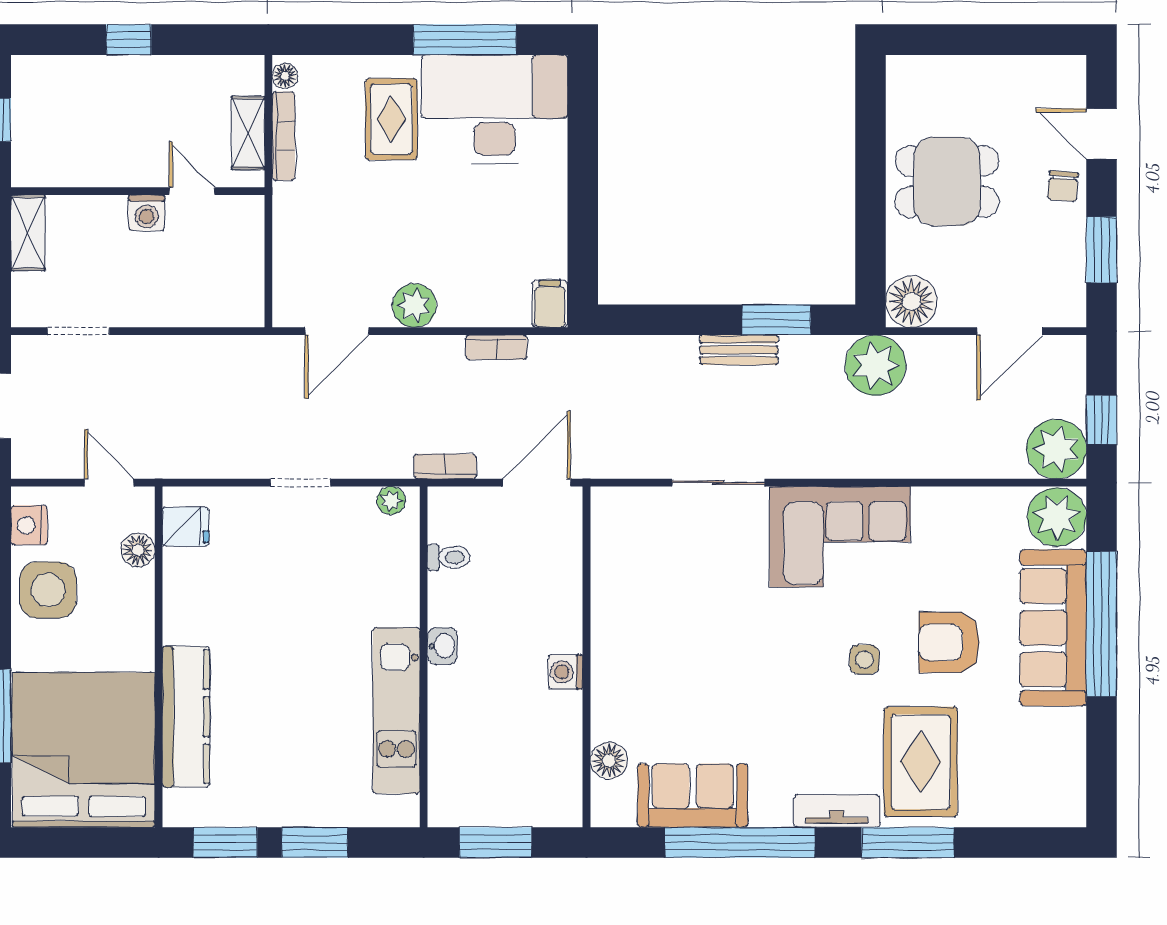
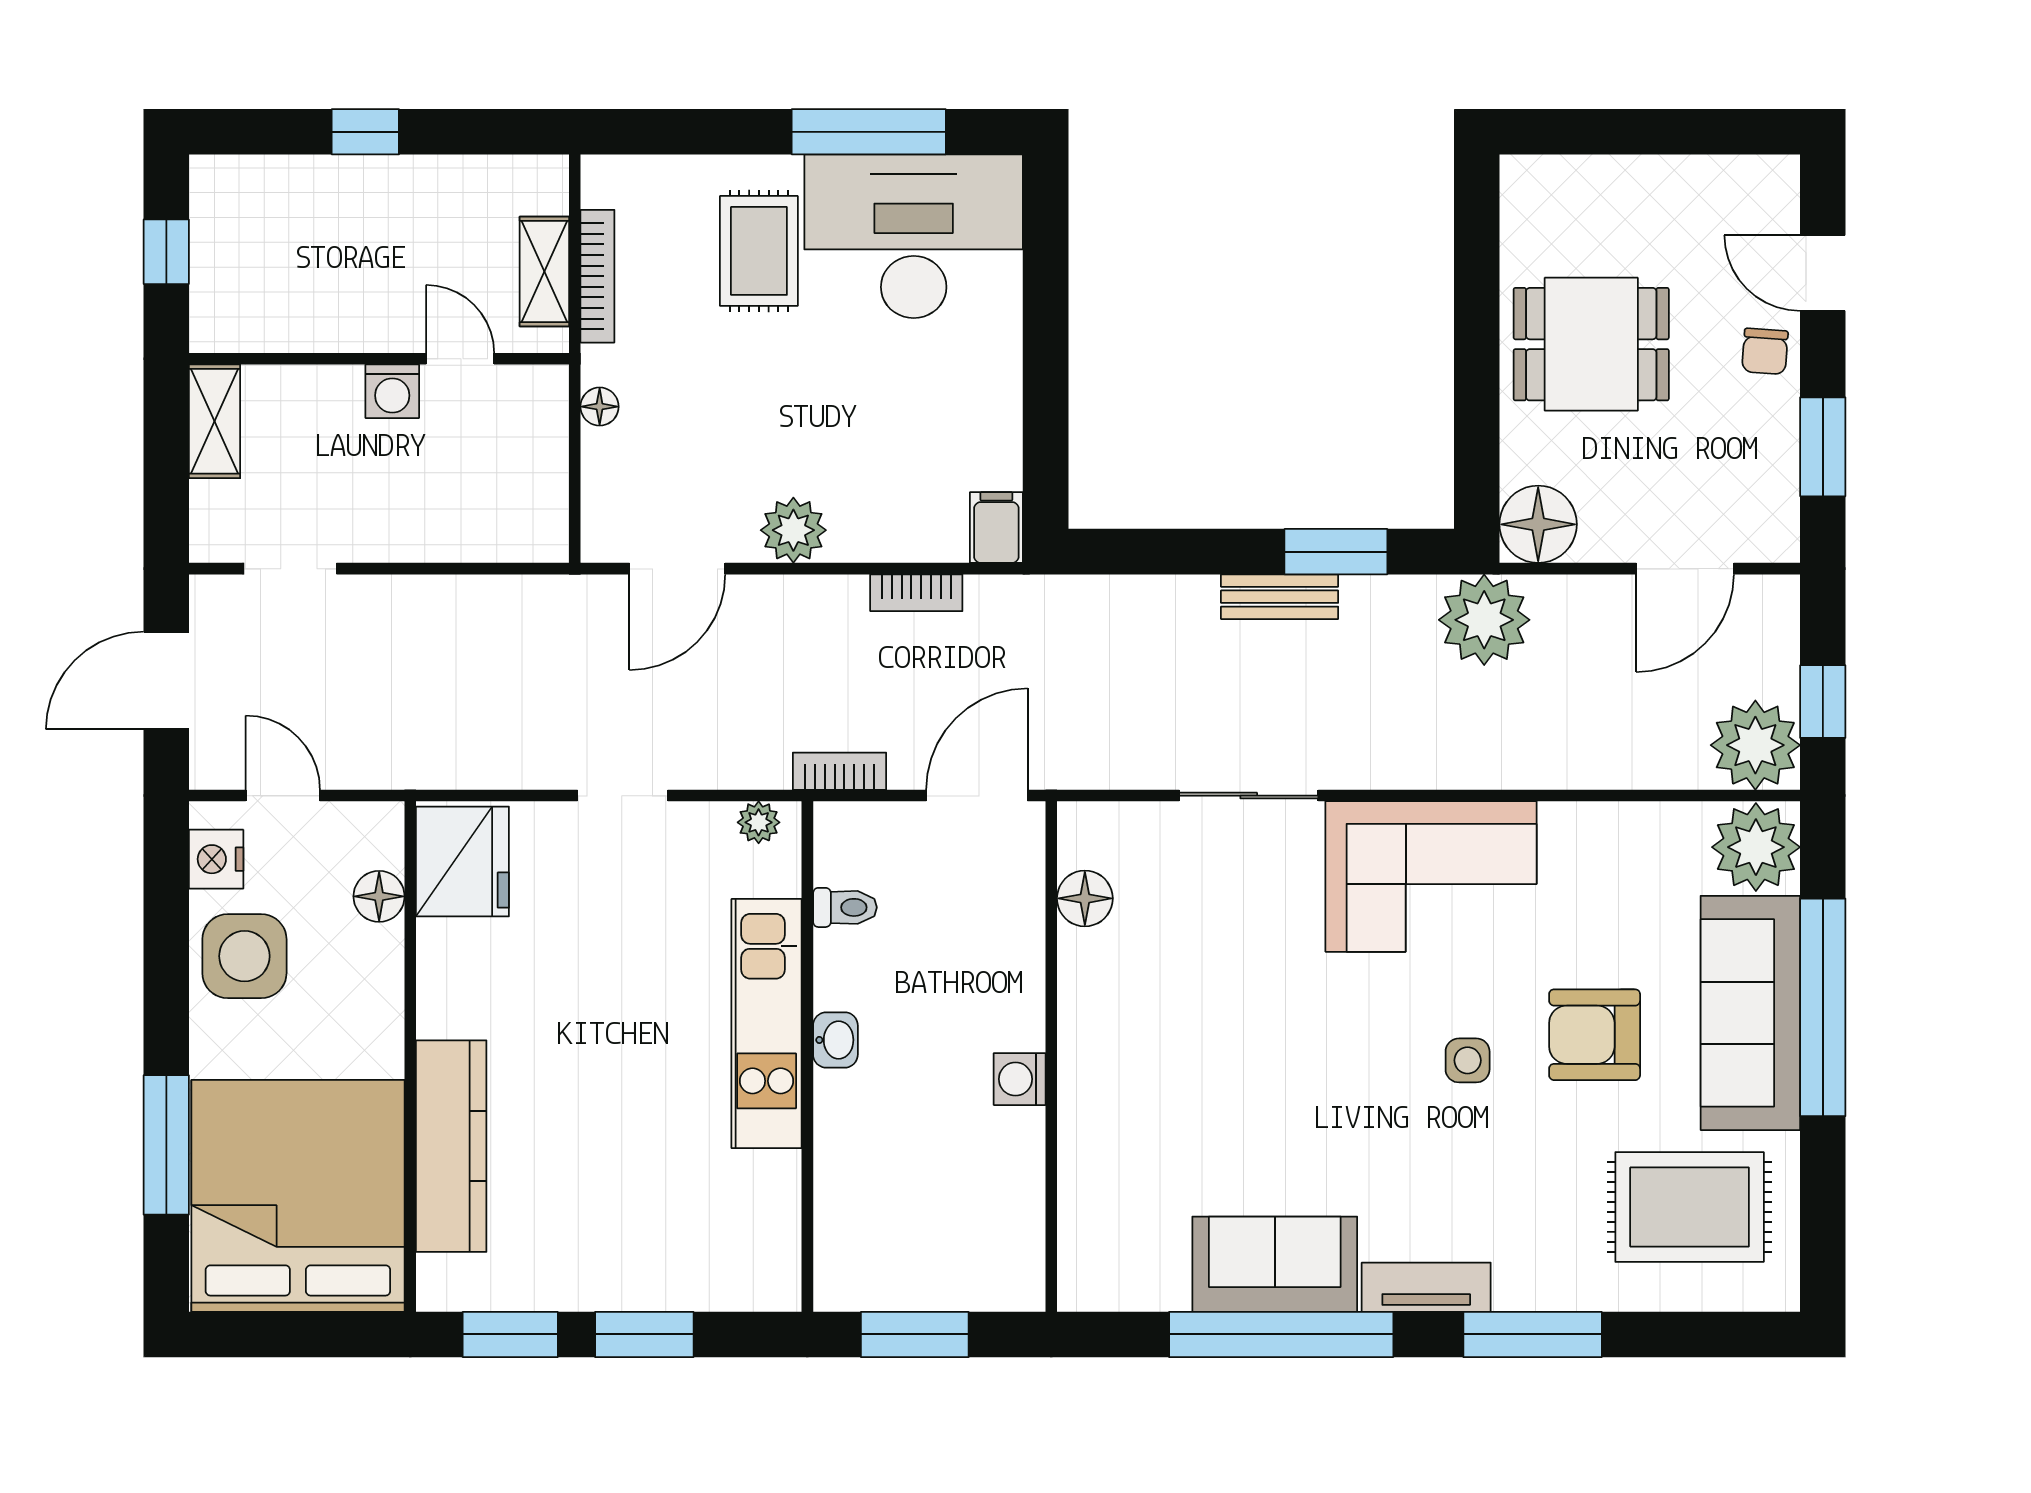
floor lamp: (285, 76) -> (600, 407), moved
door: (109, 483) -> (283, 796), moved
fridge: (186, 527) -> (462, 862), width x1.88, depth x1.34
kitchen unit: (396, 711) -> (767, 1024), moved
floor lamp: (609, 761) -> (1085, 898), moved
rug: (921, 762) -> (1690, 1207), moved, turned 90
sofa: (693, 795) -> (1275, 1264), moved

